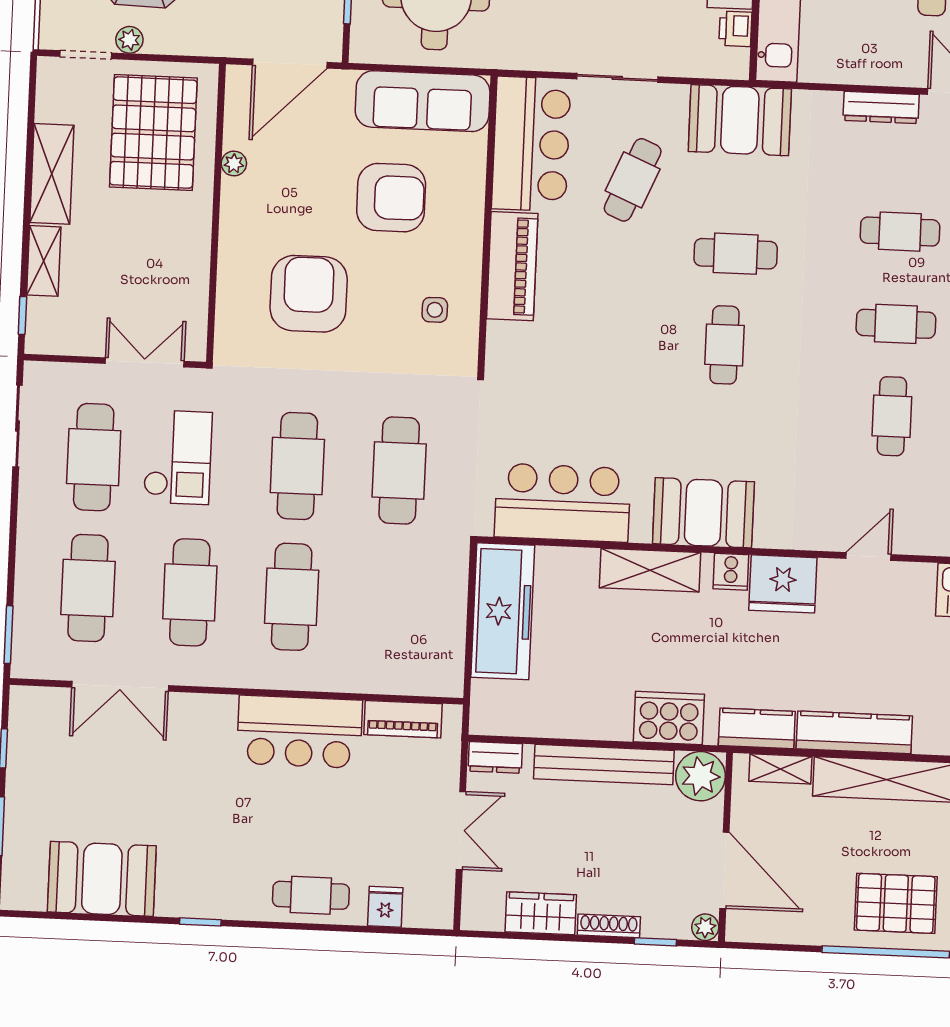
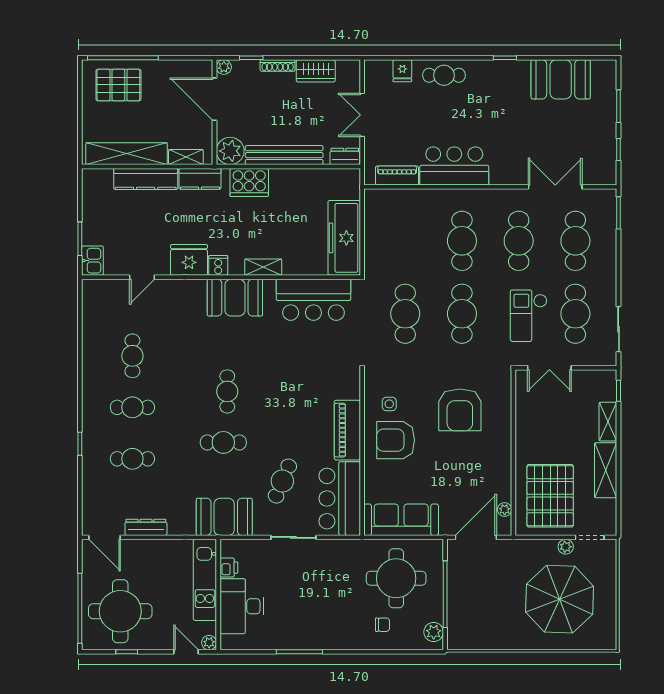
plant: (234, 163) -> (505, 510), moved
armchair: (391, 198) -> (396, 440), moved
shelving: (650, 570) -> (263, 267), width x0.67, depth x0.75

